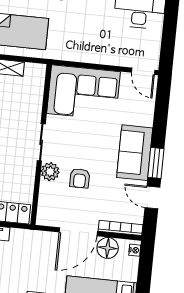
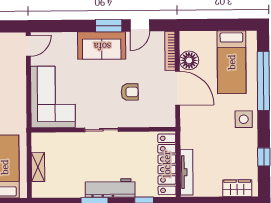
plant: (50, 172) -> (127, 119), removed
nightstand: (135, 250) -> (188, 36), removed

